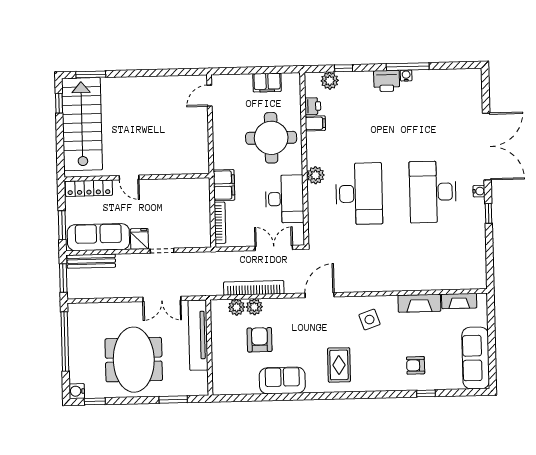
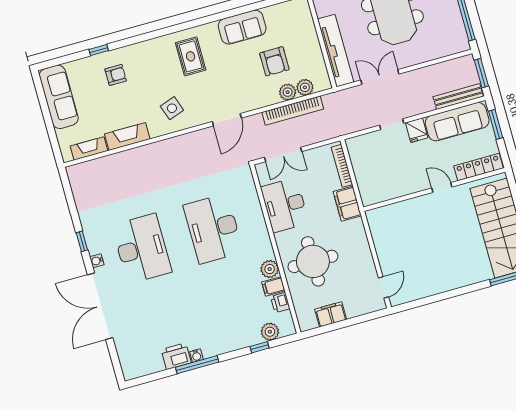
printer: (387, 81) -> (176, 356), moved
plant: (316, 175) -> (270, 269), moved

